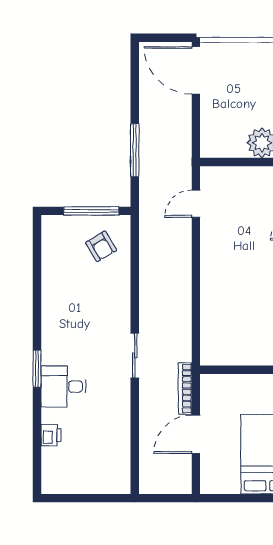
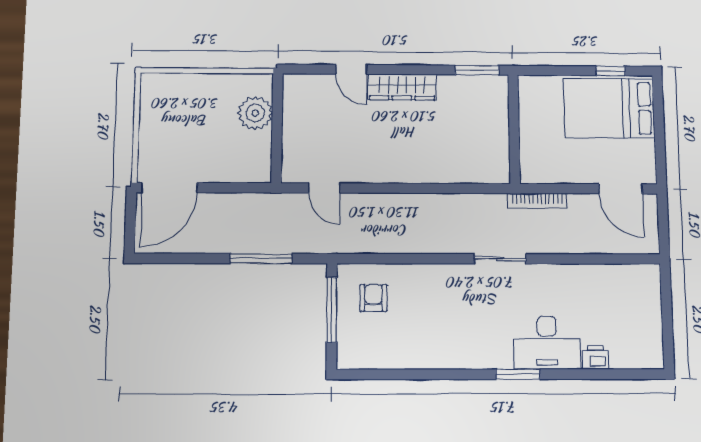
armchair: (101, 246) -> (373, 298), turned -59
desk: (63, 386) -> (547, 343), width x1.37
door: (196, 434) -> (621, 189), moved

